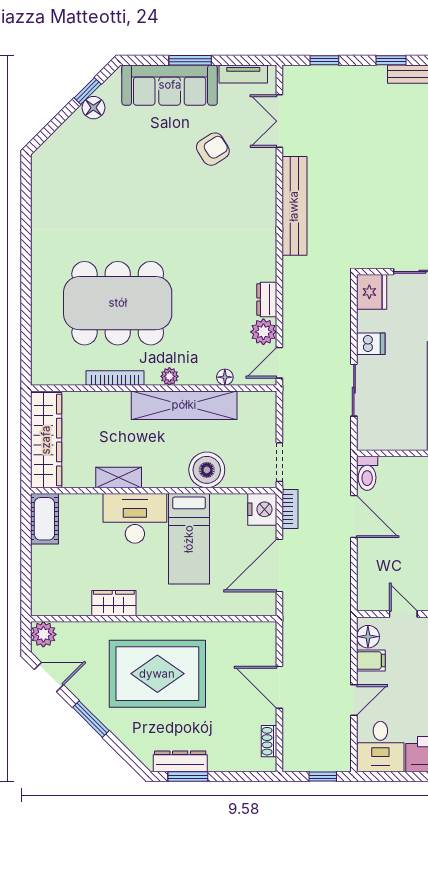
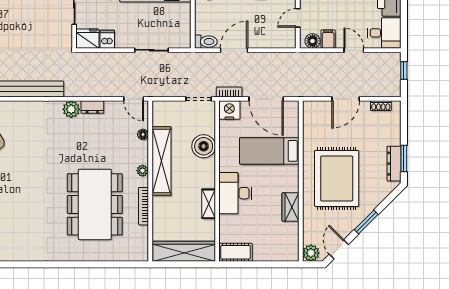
plant: (263, 332) -> (71, 109), moved
dishwasher: (371, 344) -> (107, 39), moved
bed: (189, 539) -> (269, 151), moved, turned 180

